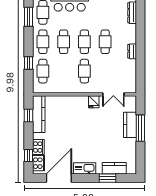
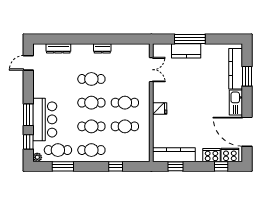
cafe table: (43, 71) -> (125, 126), moved
fridge: (94, 102) -> (160, 109), moved
kitchen counter: (114, 168) -> (236, 69), width x1.50

